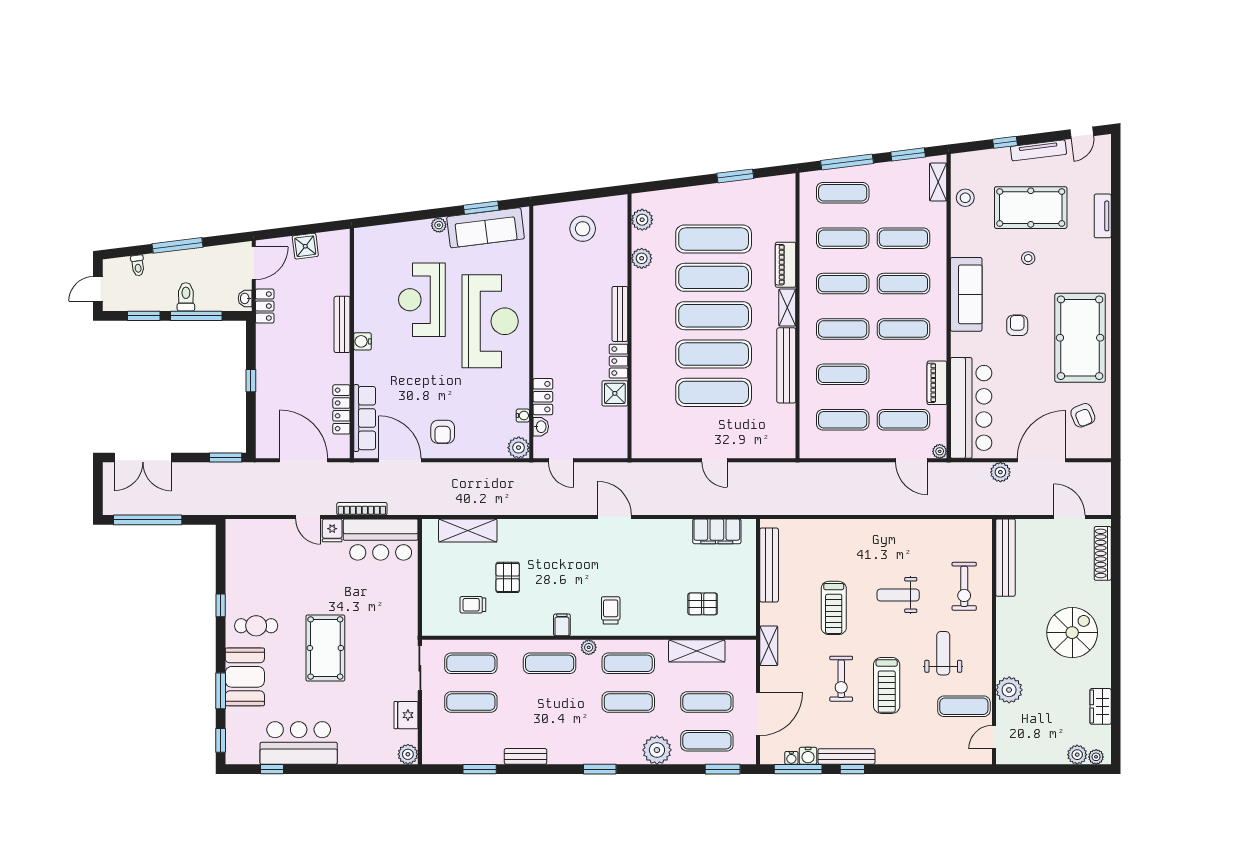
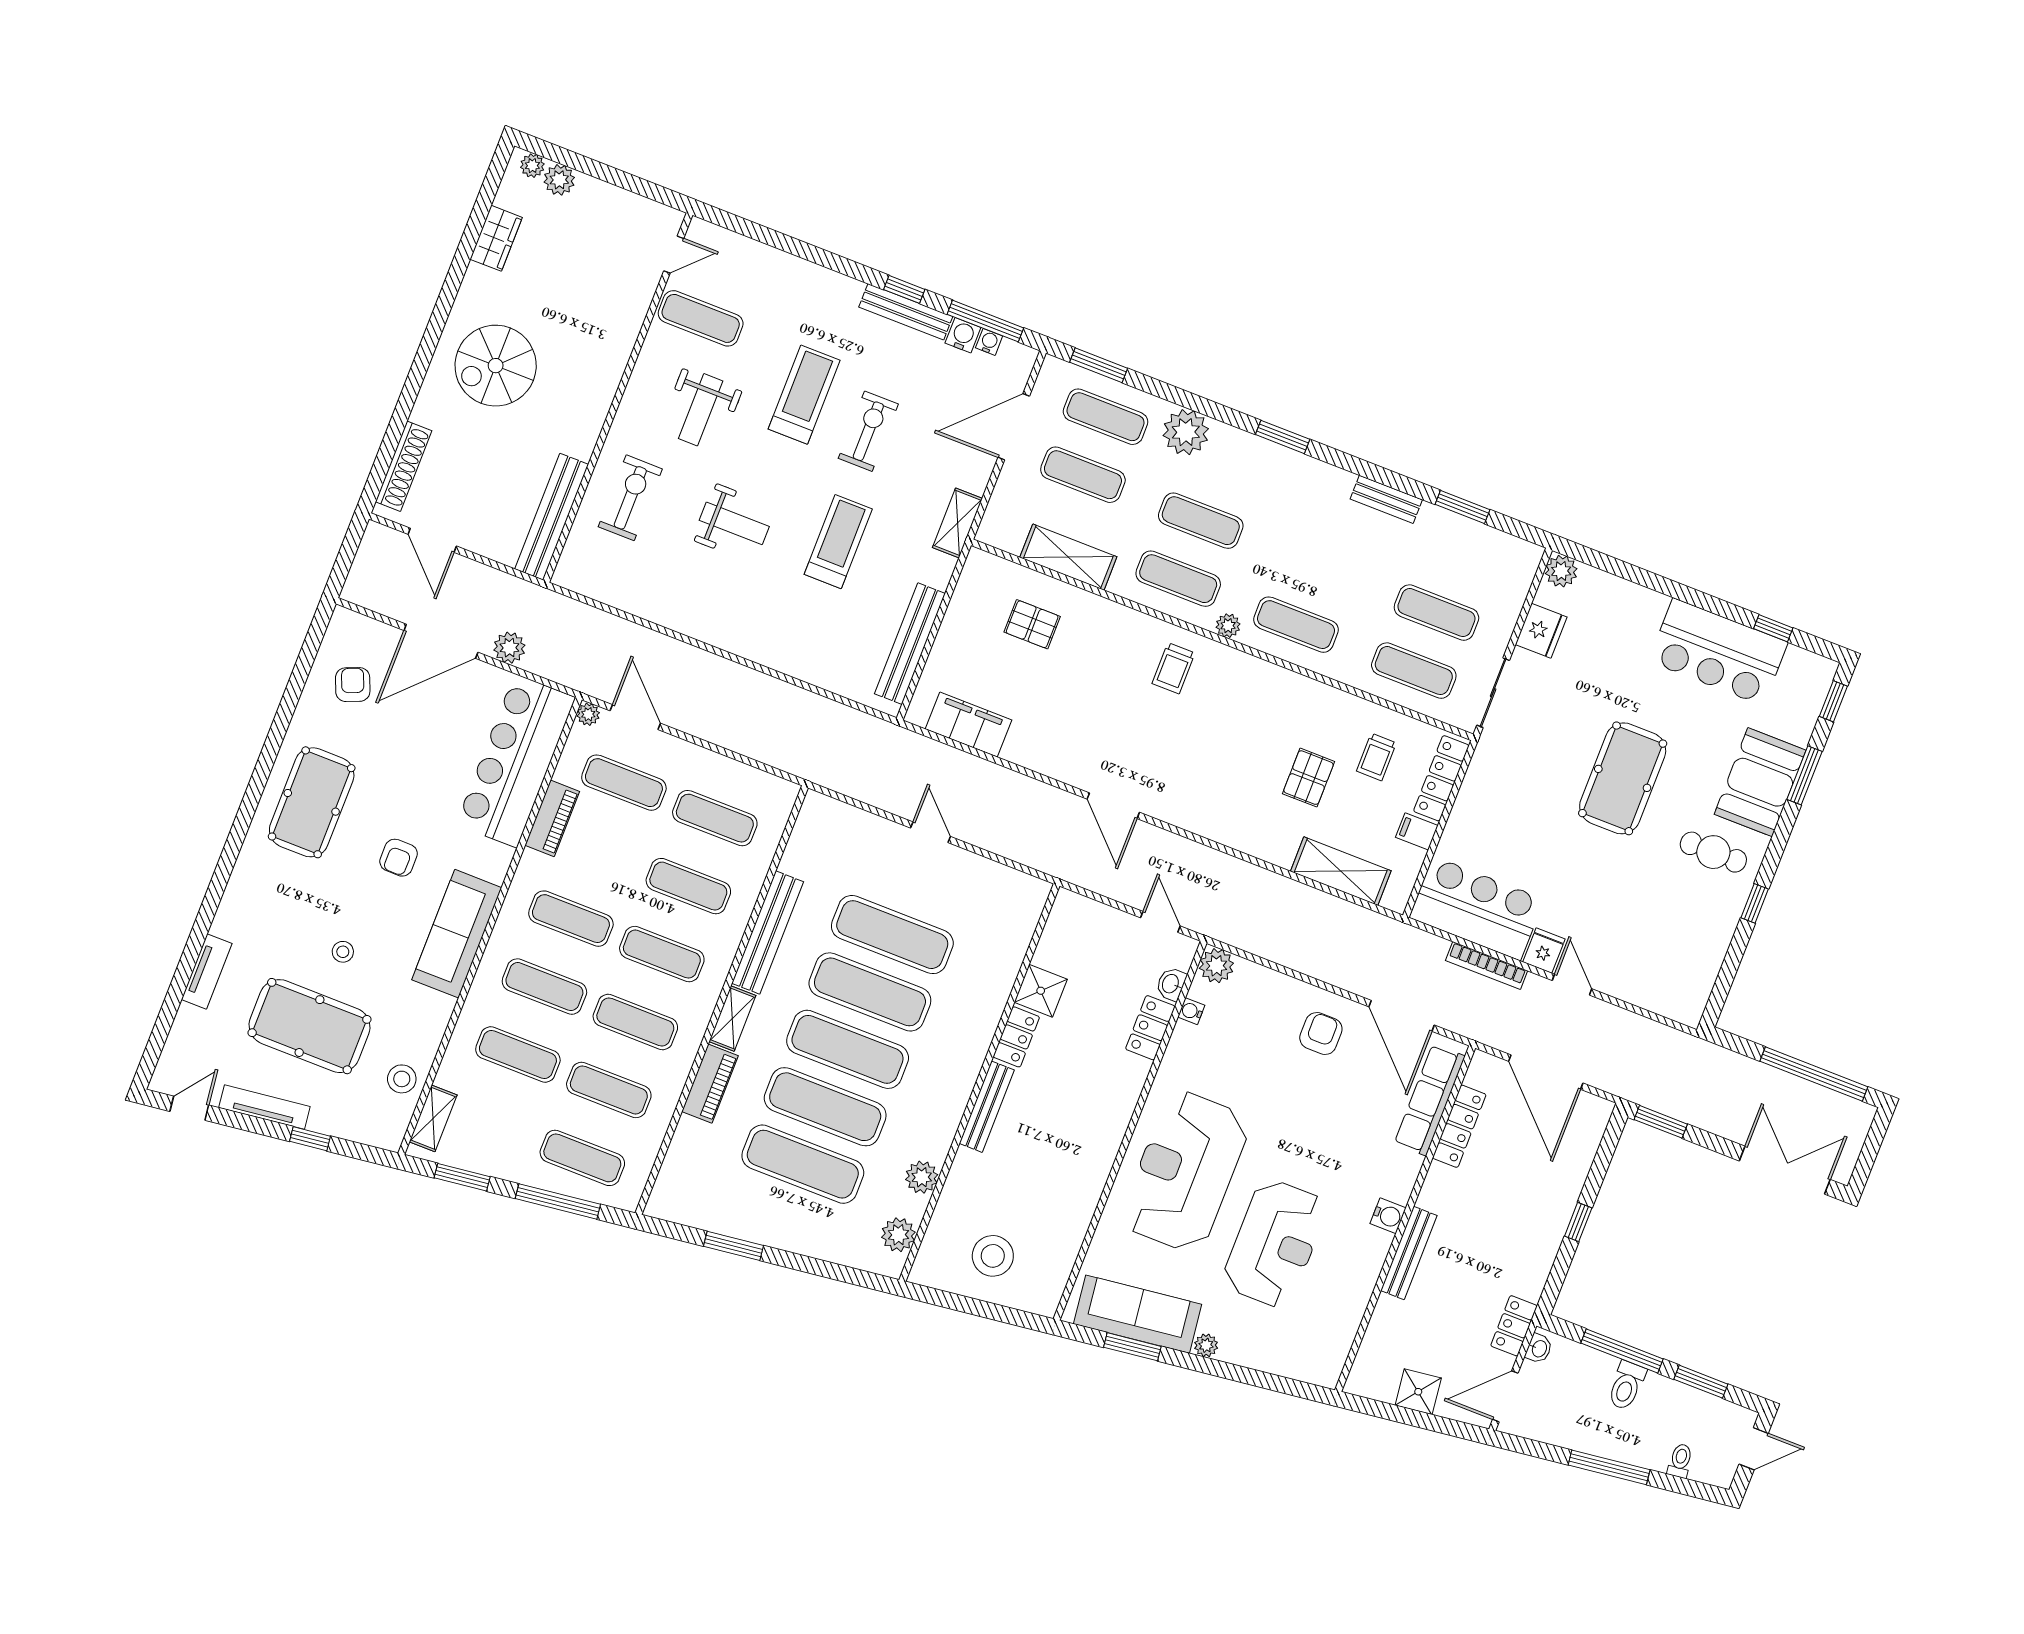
pool table: (1080, 338) -> (312, 802), width x0.73, depth x0.76
trolley: (473, 605) -> (1376, 757), turned 90
locker: (431, 607) -> (1441, 778), added
filing cabinet: (562, 625) -> (1417, 831), moved, turned 90
plant: (1009, 690) -> (624, 317), removed

